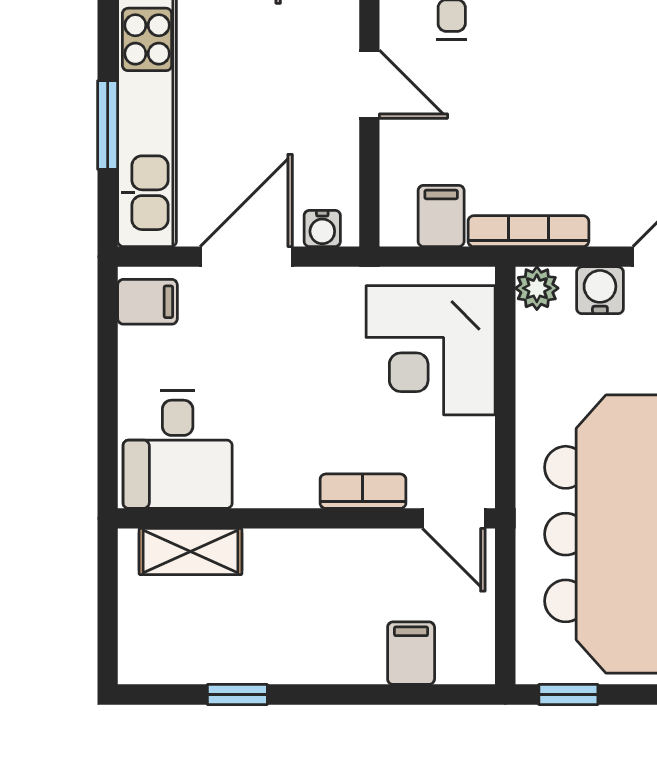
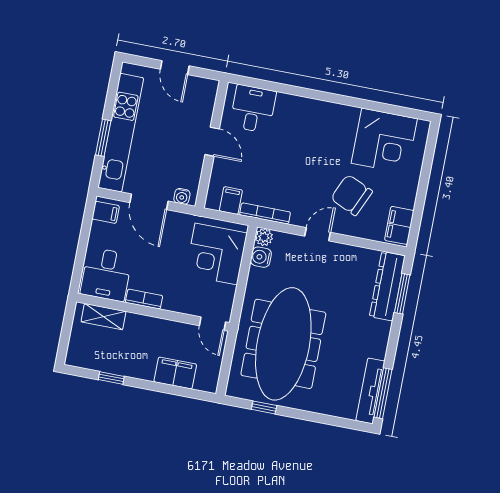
door: (246, 257) -> (149, 202), swing flipped
water cooler: (600, 290) -> (261, 257), moved, turned -90
bookcase: (363, 491) -> (144, 299), moved
filing cabinet: (411, 653) -> (175, 373), width x2.00
window: (568, 695) -> (264, 407), moved

